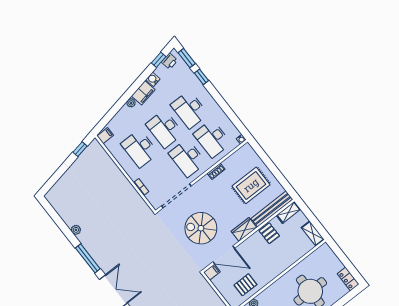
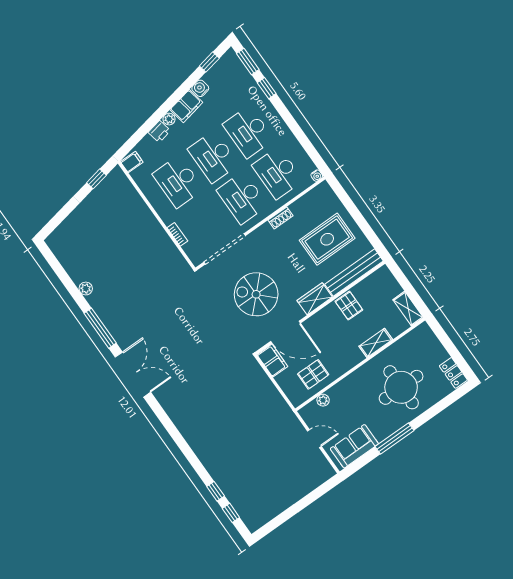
printer: (169, 61) -> (159, 132), moved
shelving: (288, 212) -> (376, 343), moved
filing cabinet: (212, 272) -> (272, 361), width x2.00

